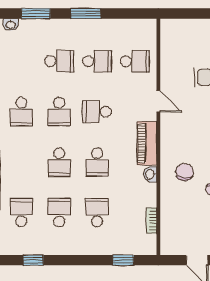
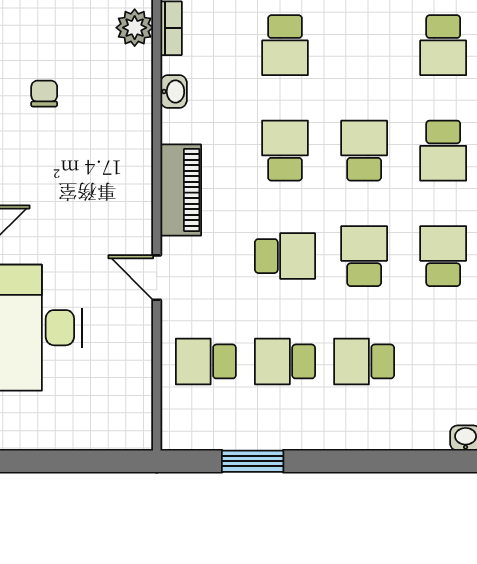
window: (36, 14) -> (413, 461), removed
window: (86, 14) -> (253, 461), moved
chair: (184, 172) -> (102, 129), removed
washbasin: (150, 174) -> (174, 91), moved
school desk: (59, 212) -> (443, 151), moved
plant: (169, 221) -> (135, 28), added

